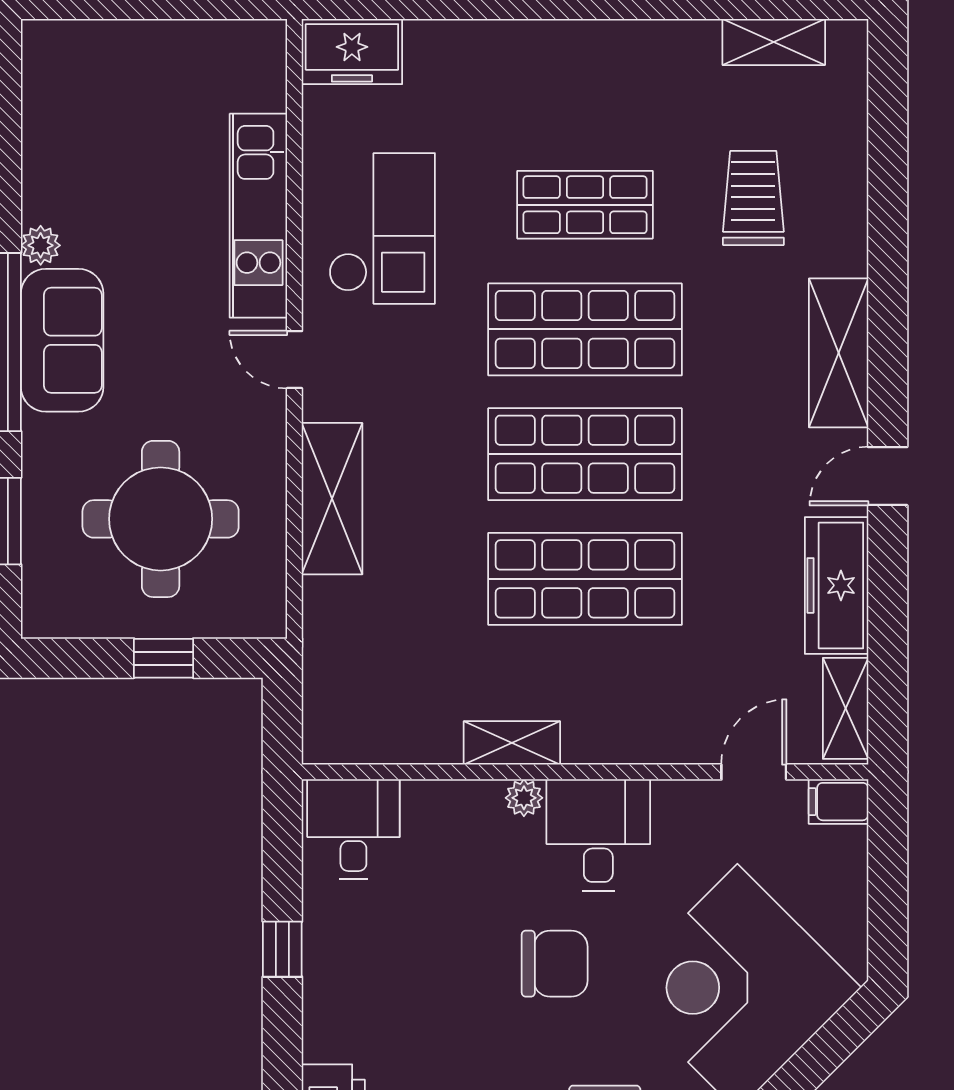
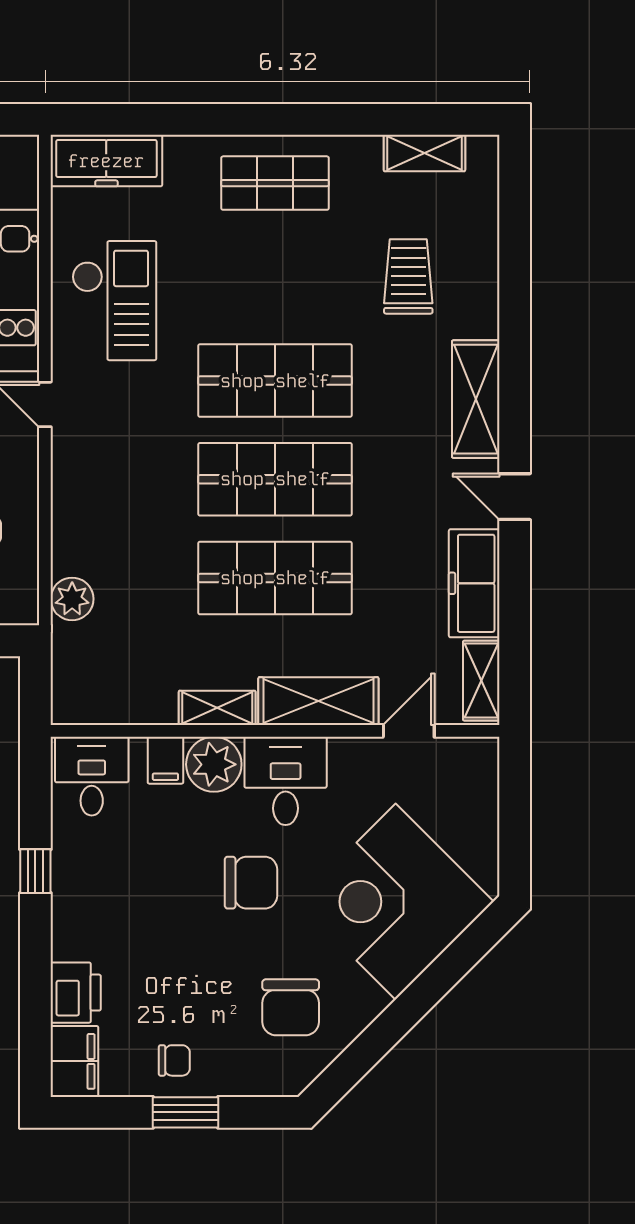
freezer: (352, 52) -> (106, 161), width x1.40
shop shelf: (585, 205) -> (275, 183), moved
door: (888, 476) -> (515, 497), hinge flipped
shelving: (332, 499) -> (318, 701), moved, turned 90
plant: (329, 605) -> (72, 599), added
plant: (524, 798) -> (214, 764), width x1.88, depth x1.88
filing cabinet: (839, 802) -> (165, 760), moved, turned -90

